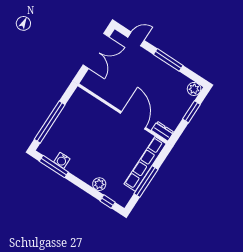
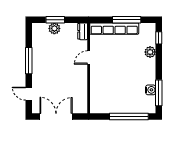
plant: (194, 89) -> (54, 28), moved
door: (133, 120) -> (89, 58), width x0.53

